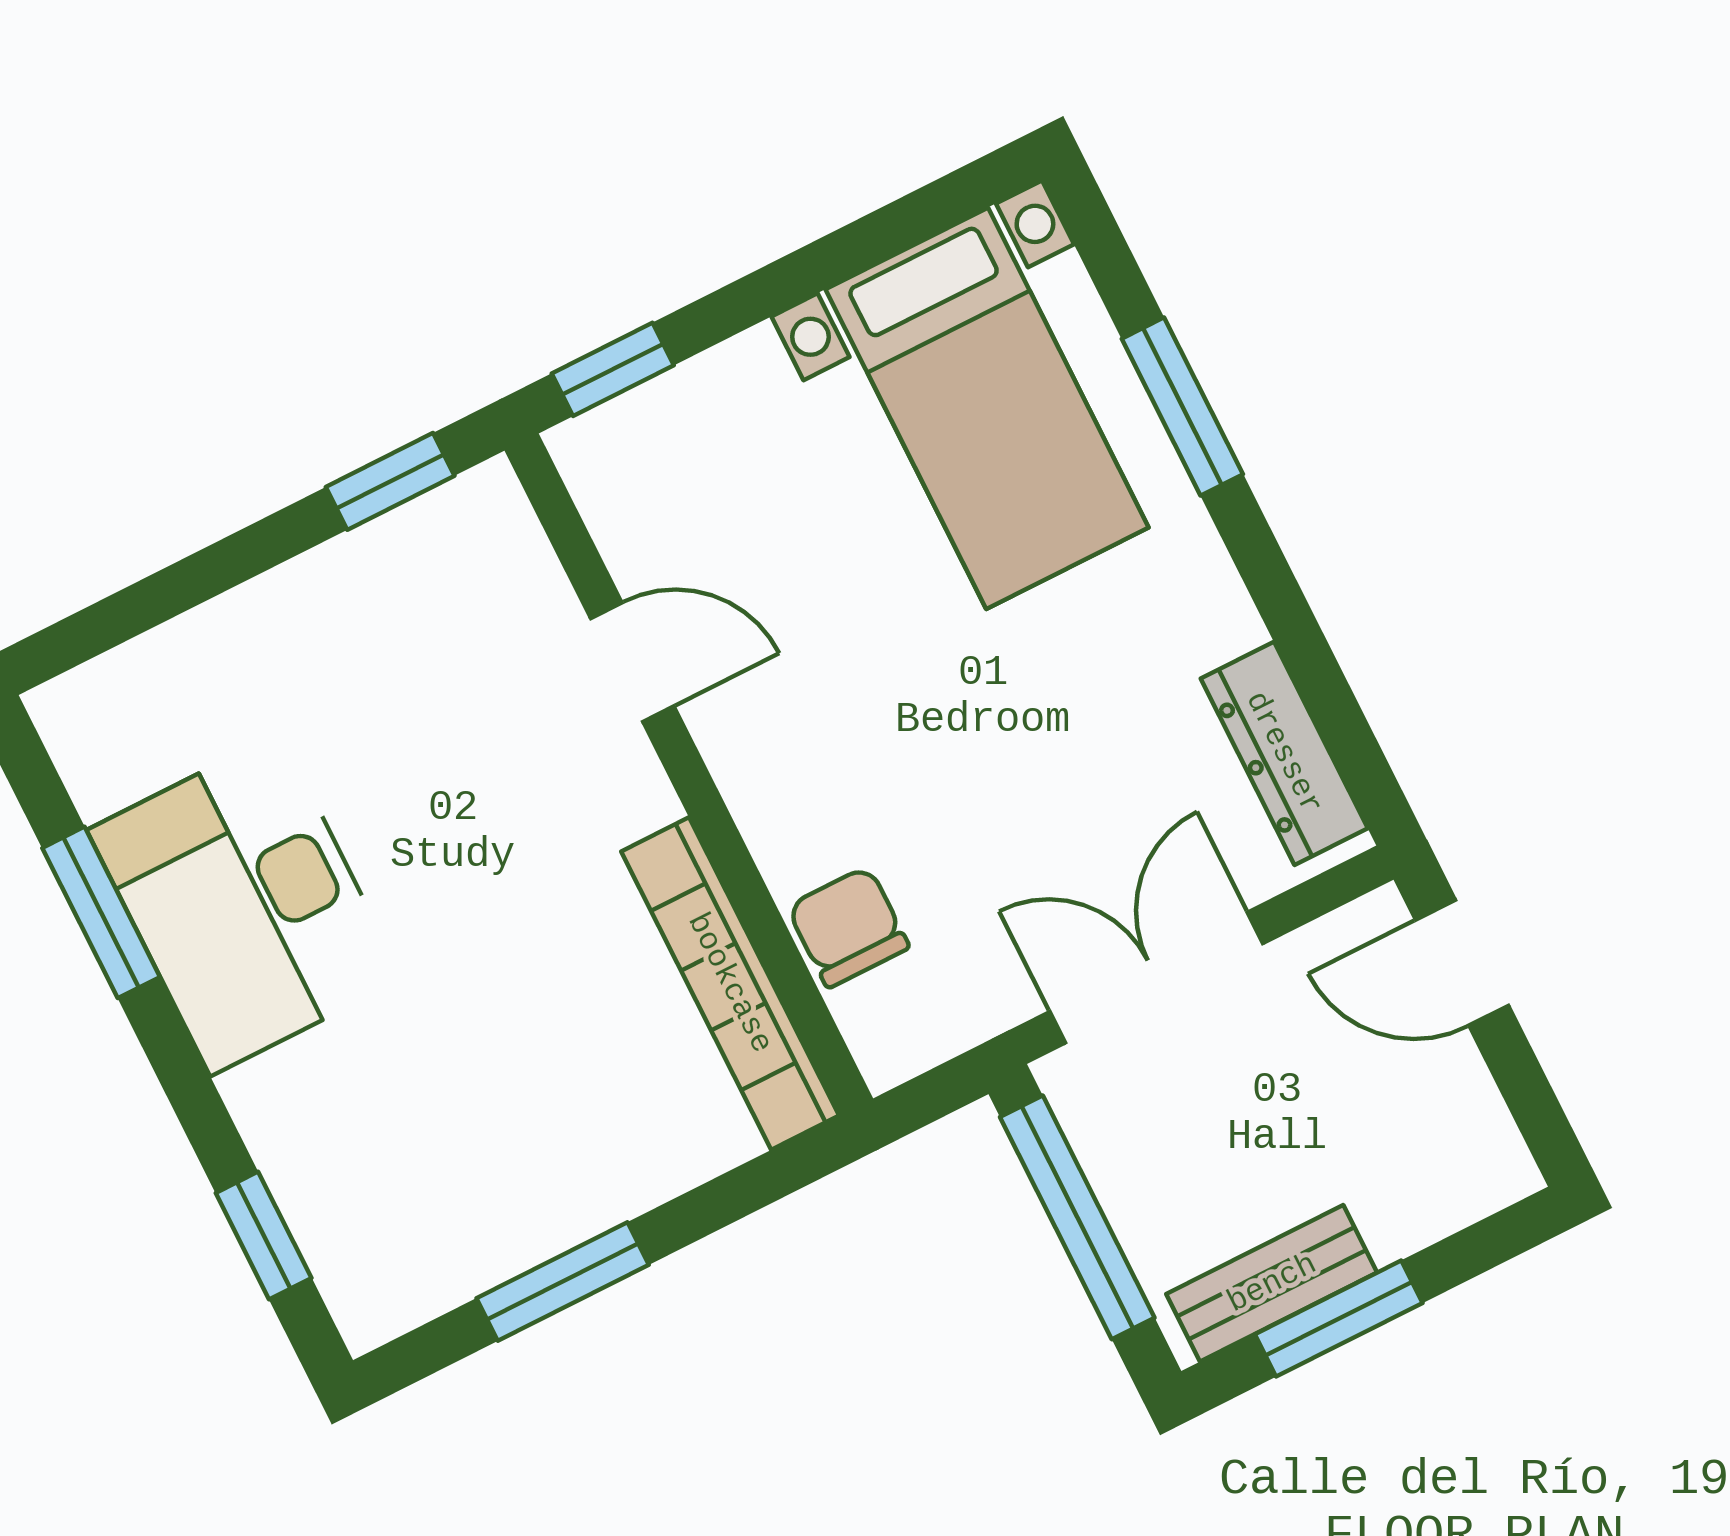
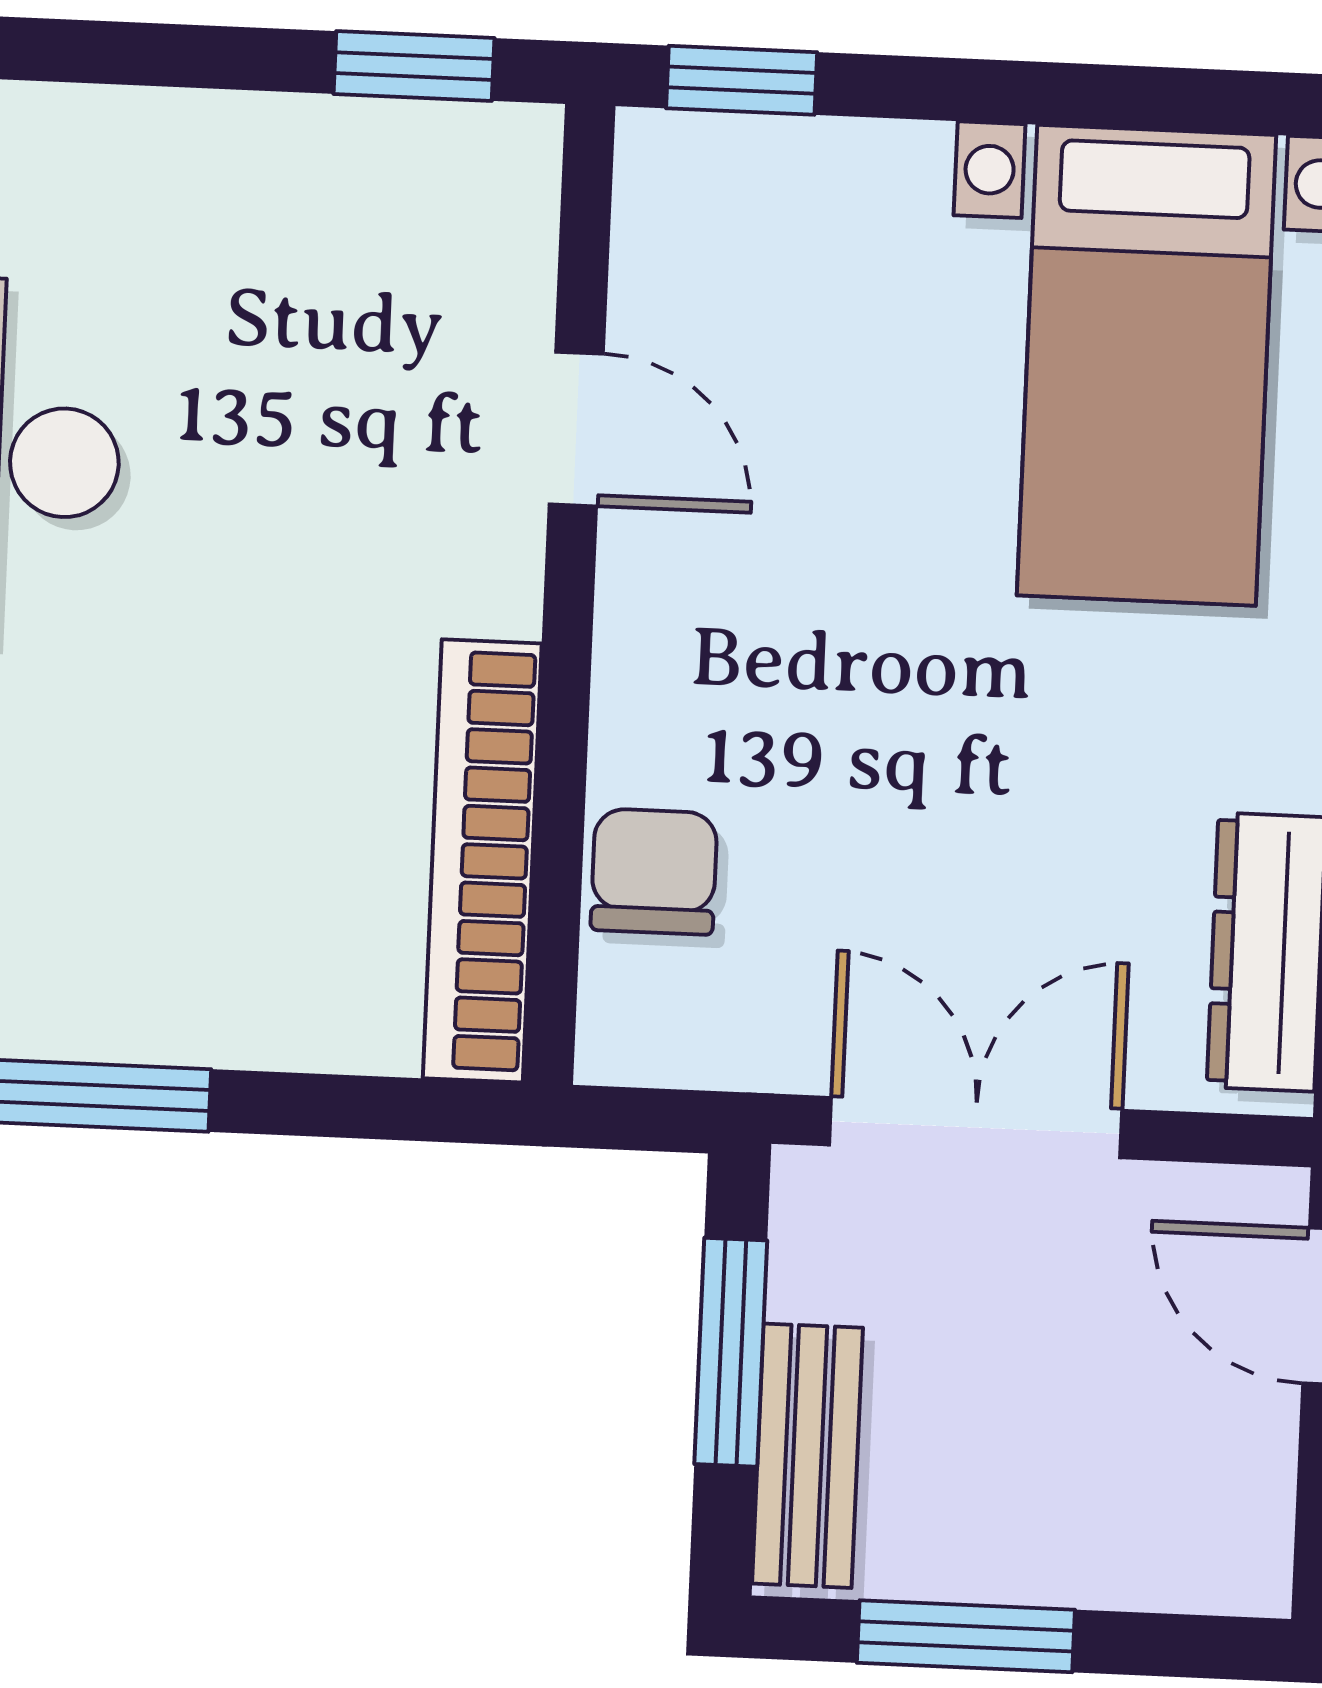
window: (1077, 1217) -> (731, 1352), width x0.69
bench: (1272, 1283) -> (807, 1456), moved, turned 90

